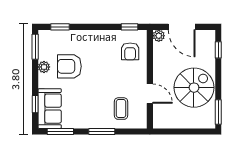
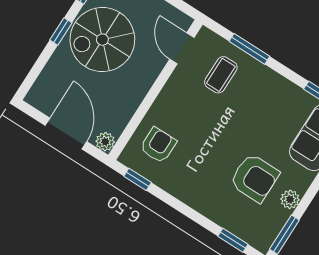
window: (218, 50) -> (61, 31), moved
door: (150, 94) -> (182, 48), moved
window: (102, 131) -> (249, 49), moved

